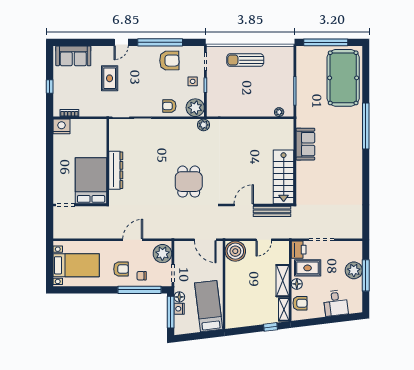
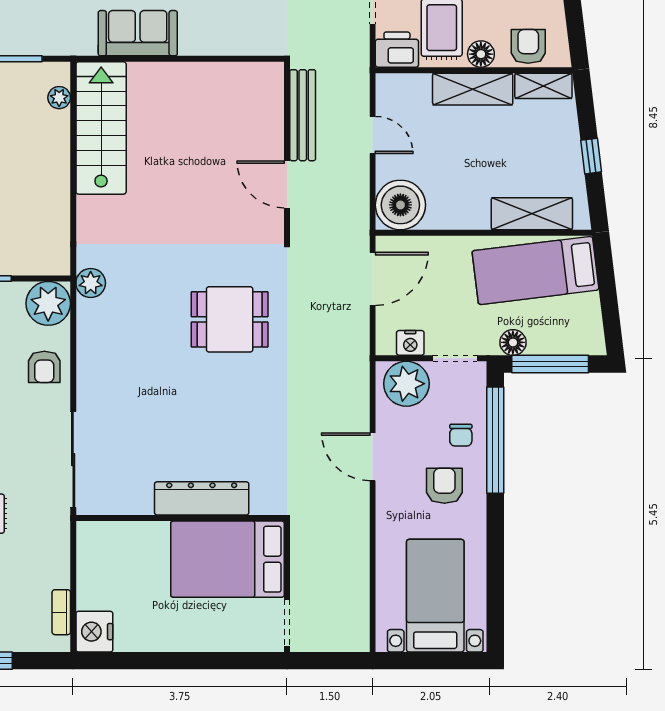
stairs: (284, 177) -> (101, 128), moved, turned -90
shelving: (232, 305) -> (532, 214), added
nightstand: (179, 309) -> (410, 343), moved
window: (270, 327) -> (591, 156), moved

